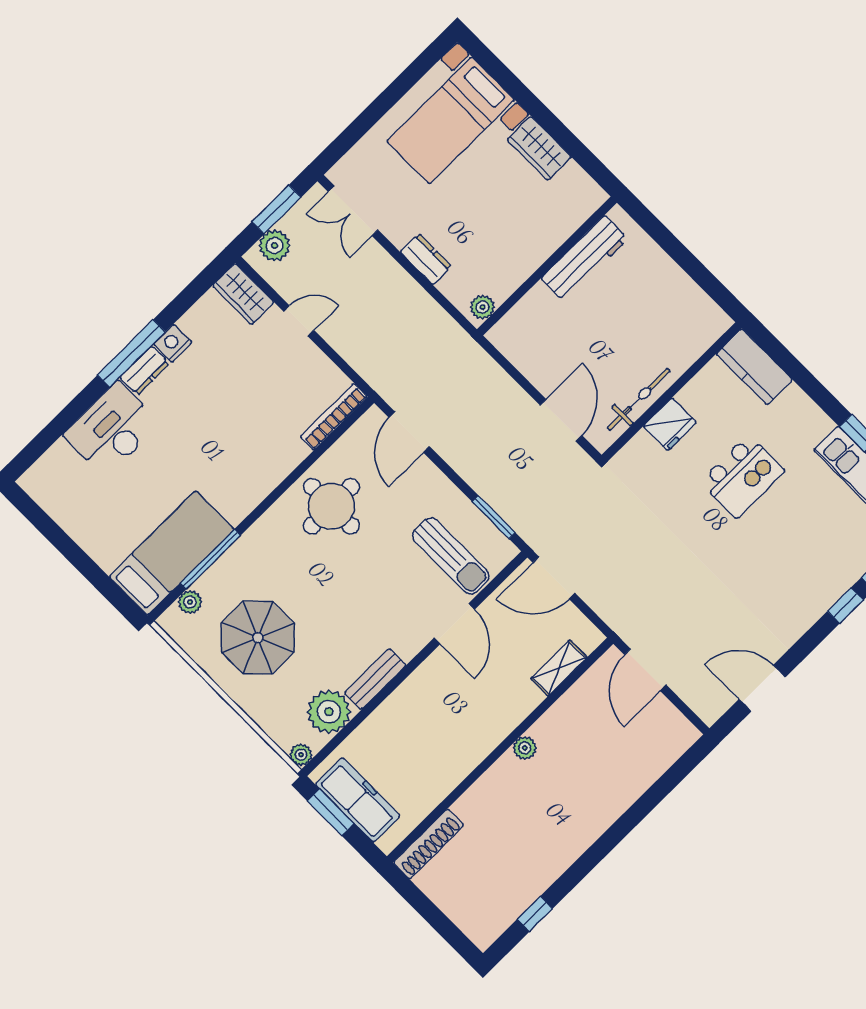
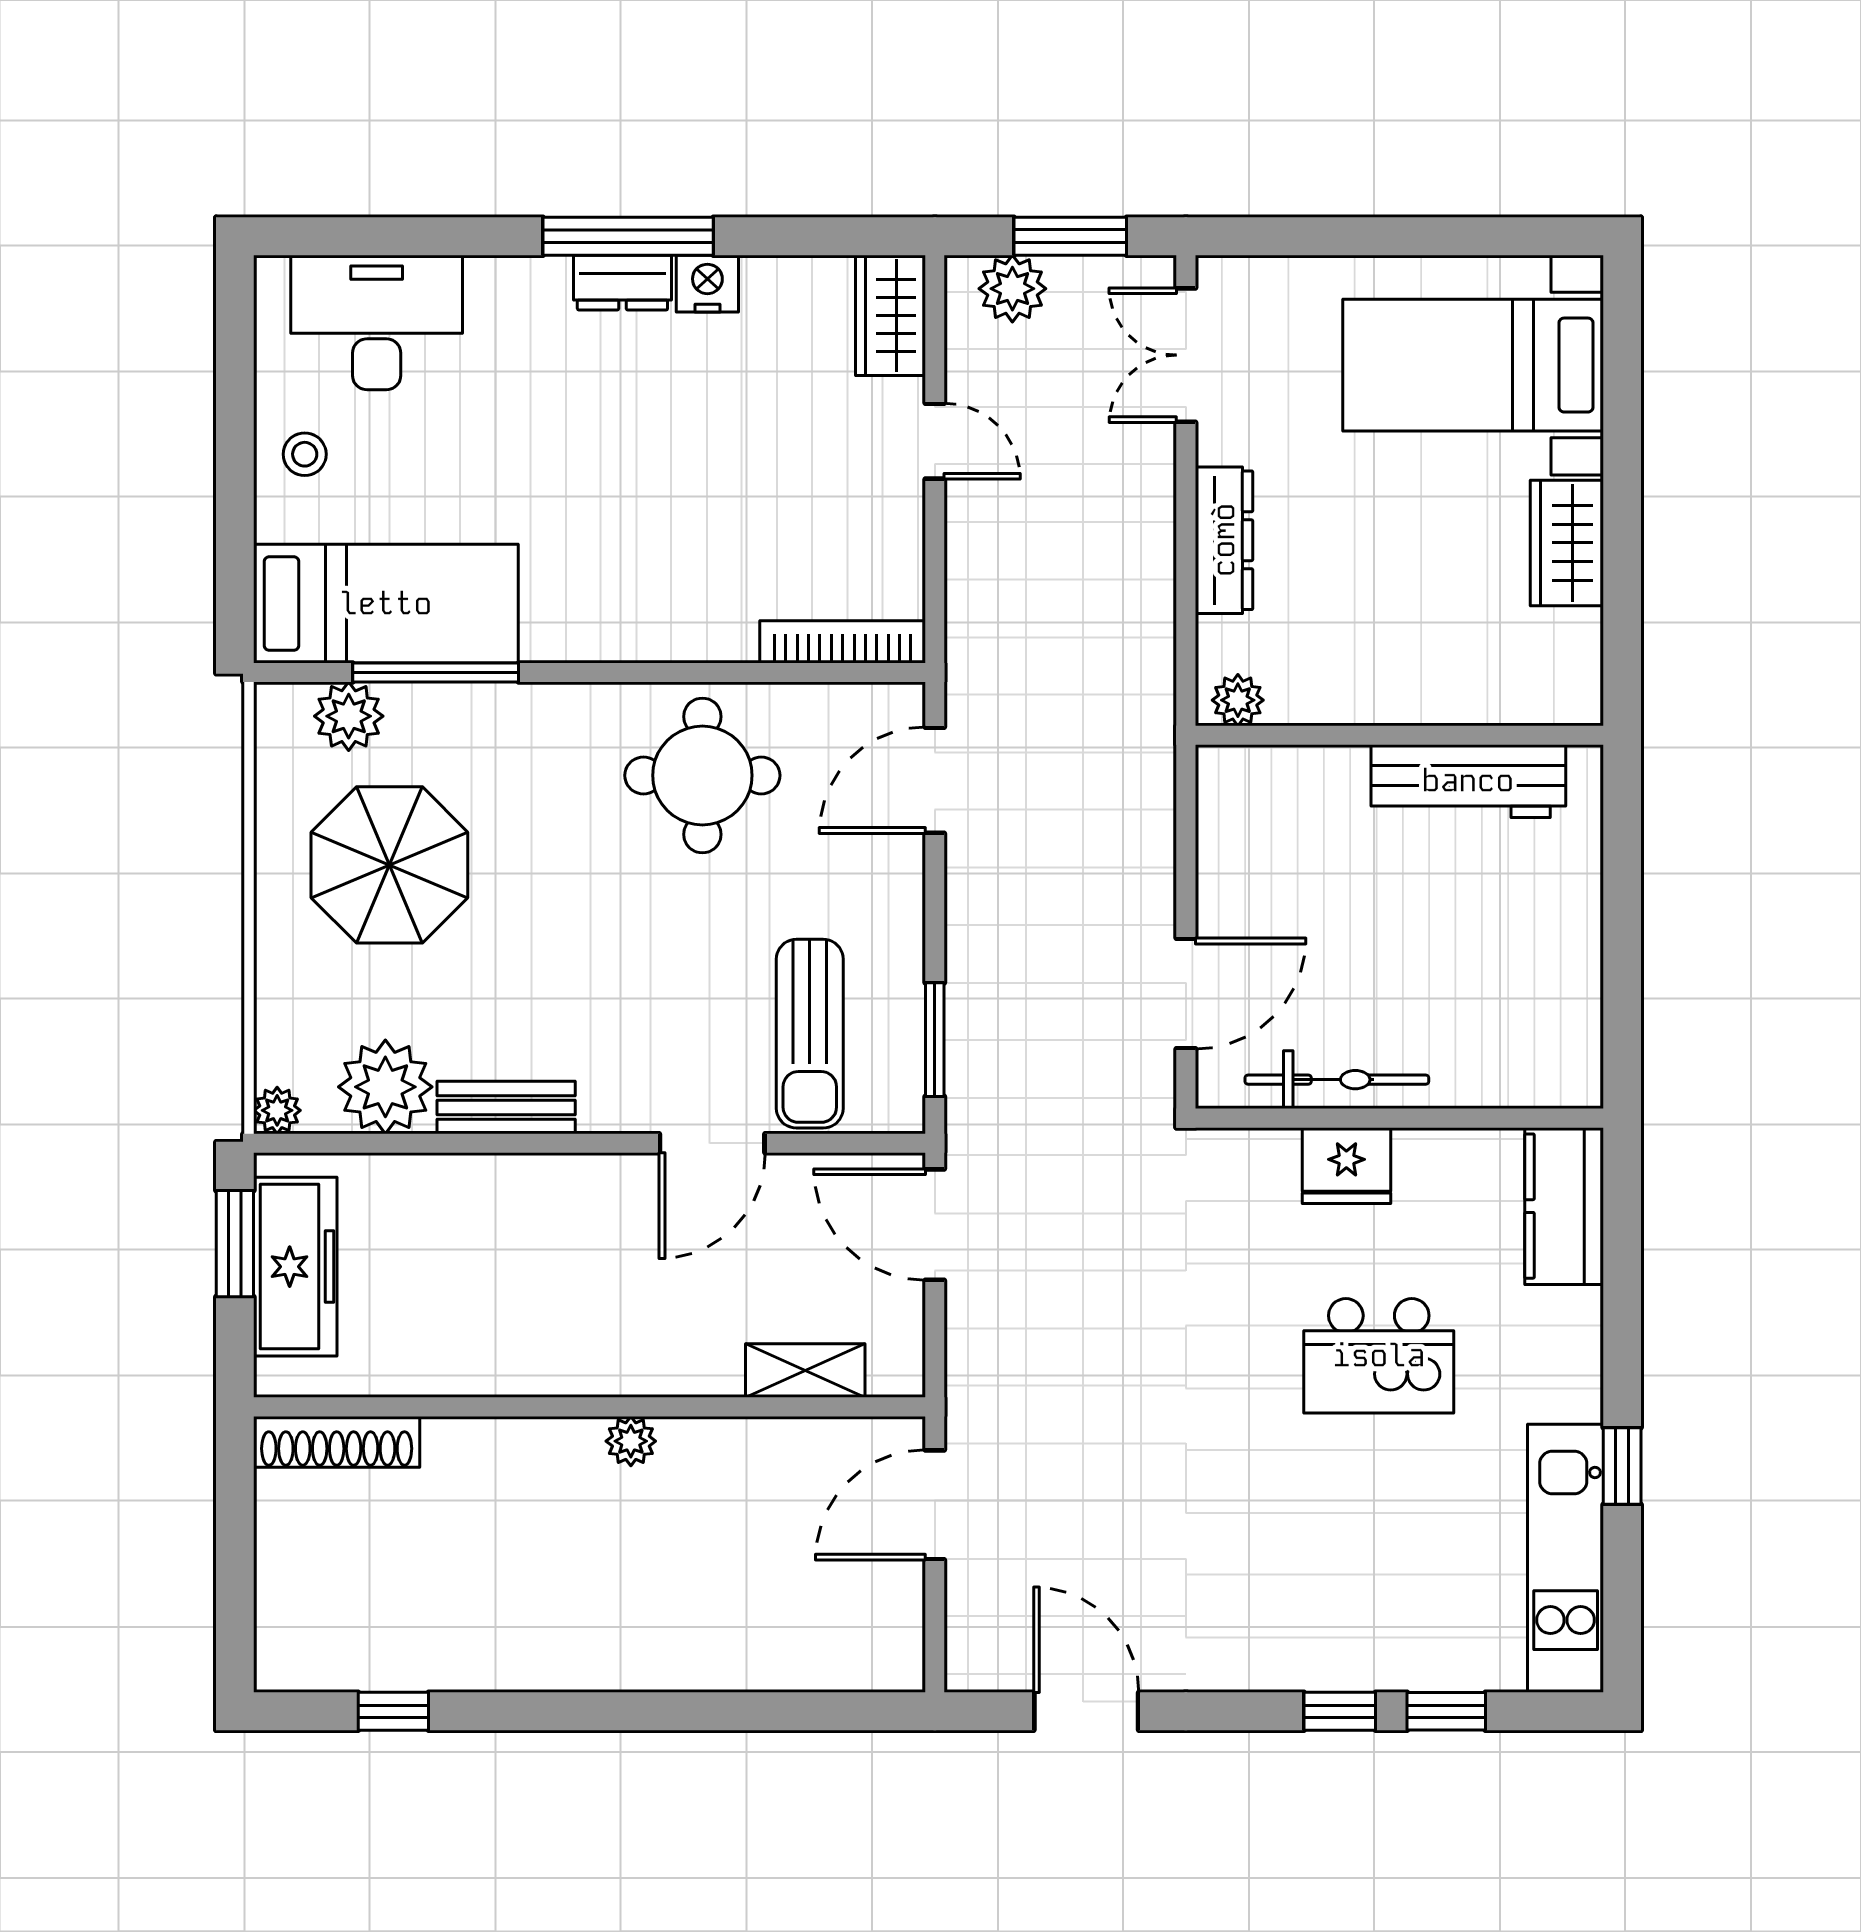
dresser: (426, 259) -> (1224, 540), width x1.44
desk: (112, 429) -> (377, 322), moved
stool: (96, 530) -> (305, 454), added
plant: (190, 602) -> (349, 716), width x1.38, depth x1.38

